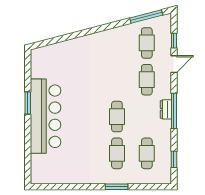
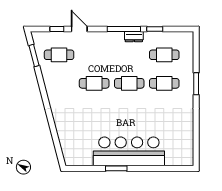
window: (146, 17) -> (34, 55), width x0.69
cafe table: (147, 80) -> (94, 83), moved
dresser: (166, 109) -> (134, 37), moved
window: (174, 159) -> (155, 29), moved

